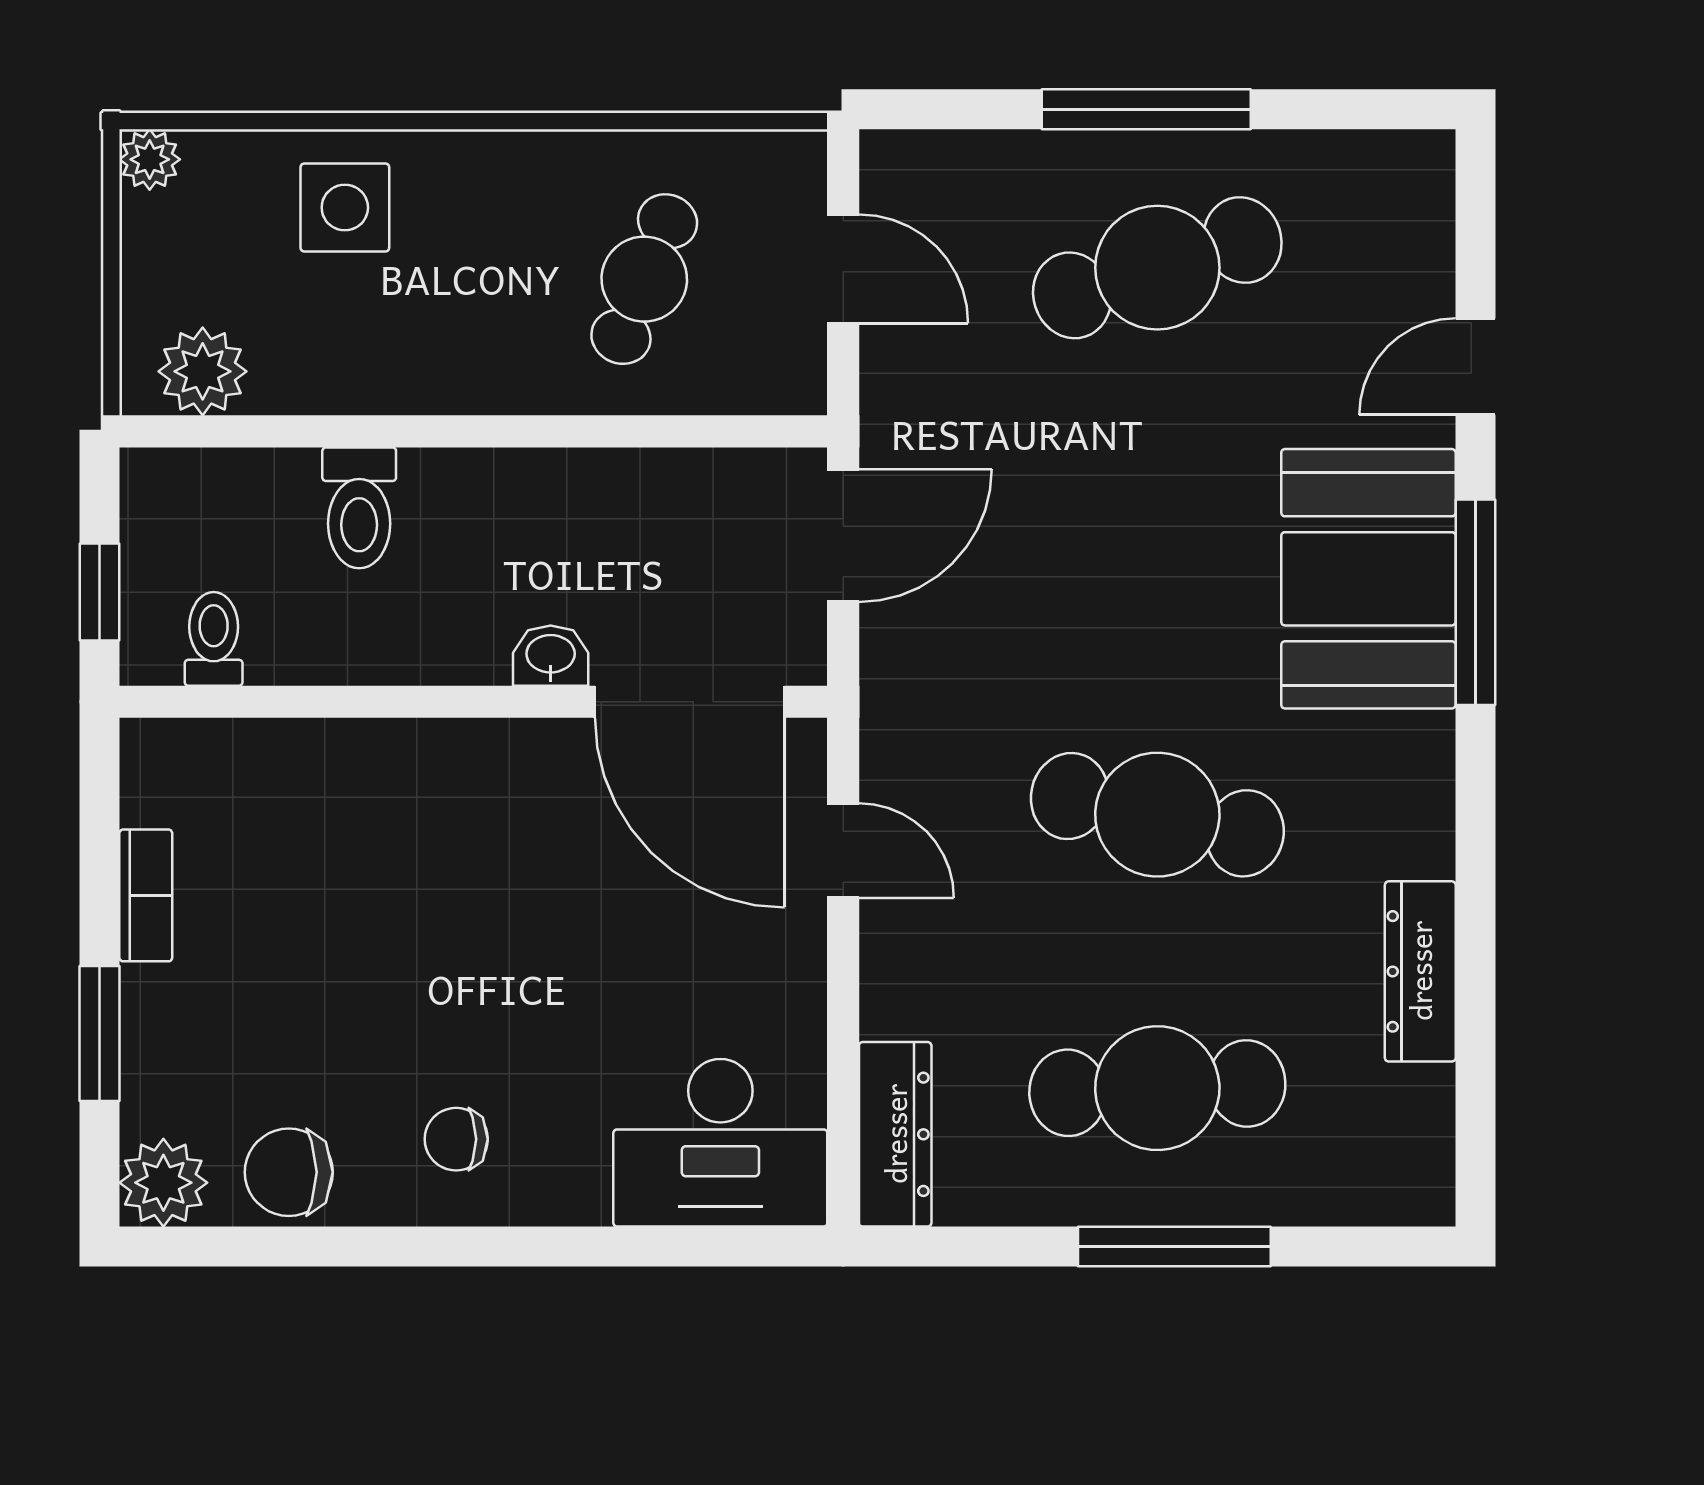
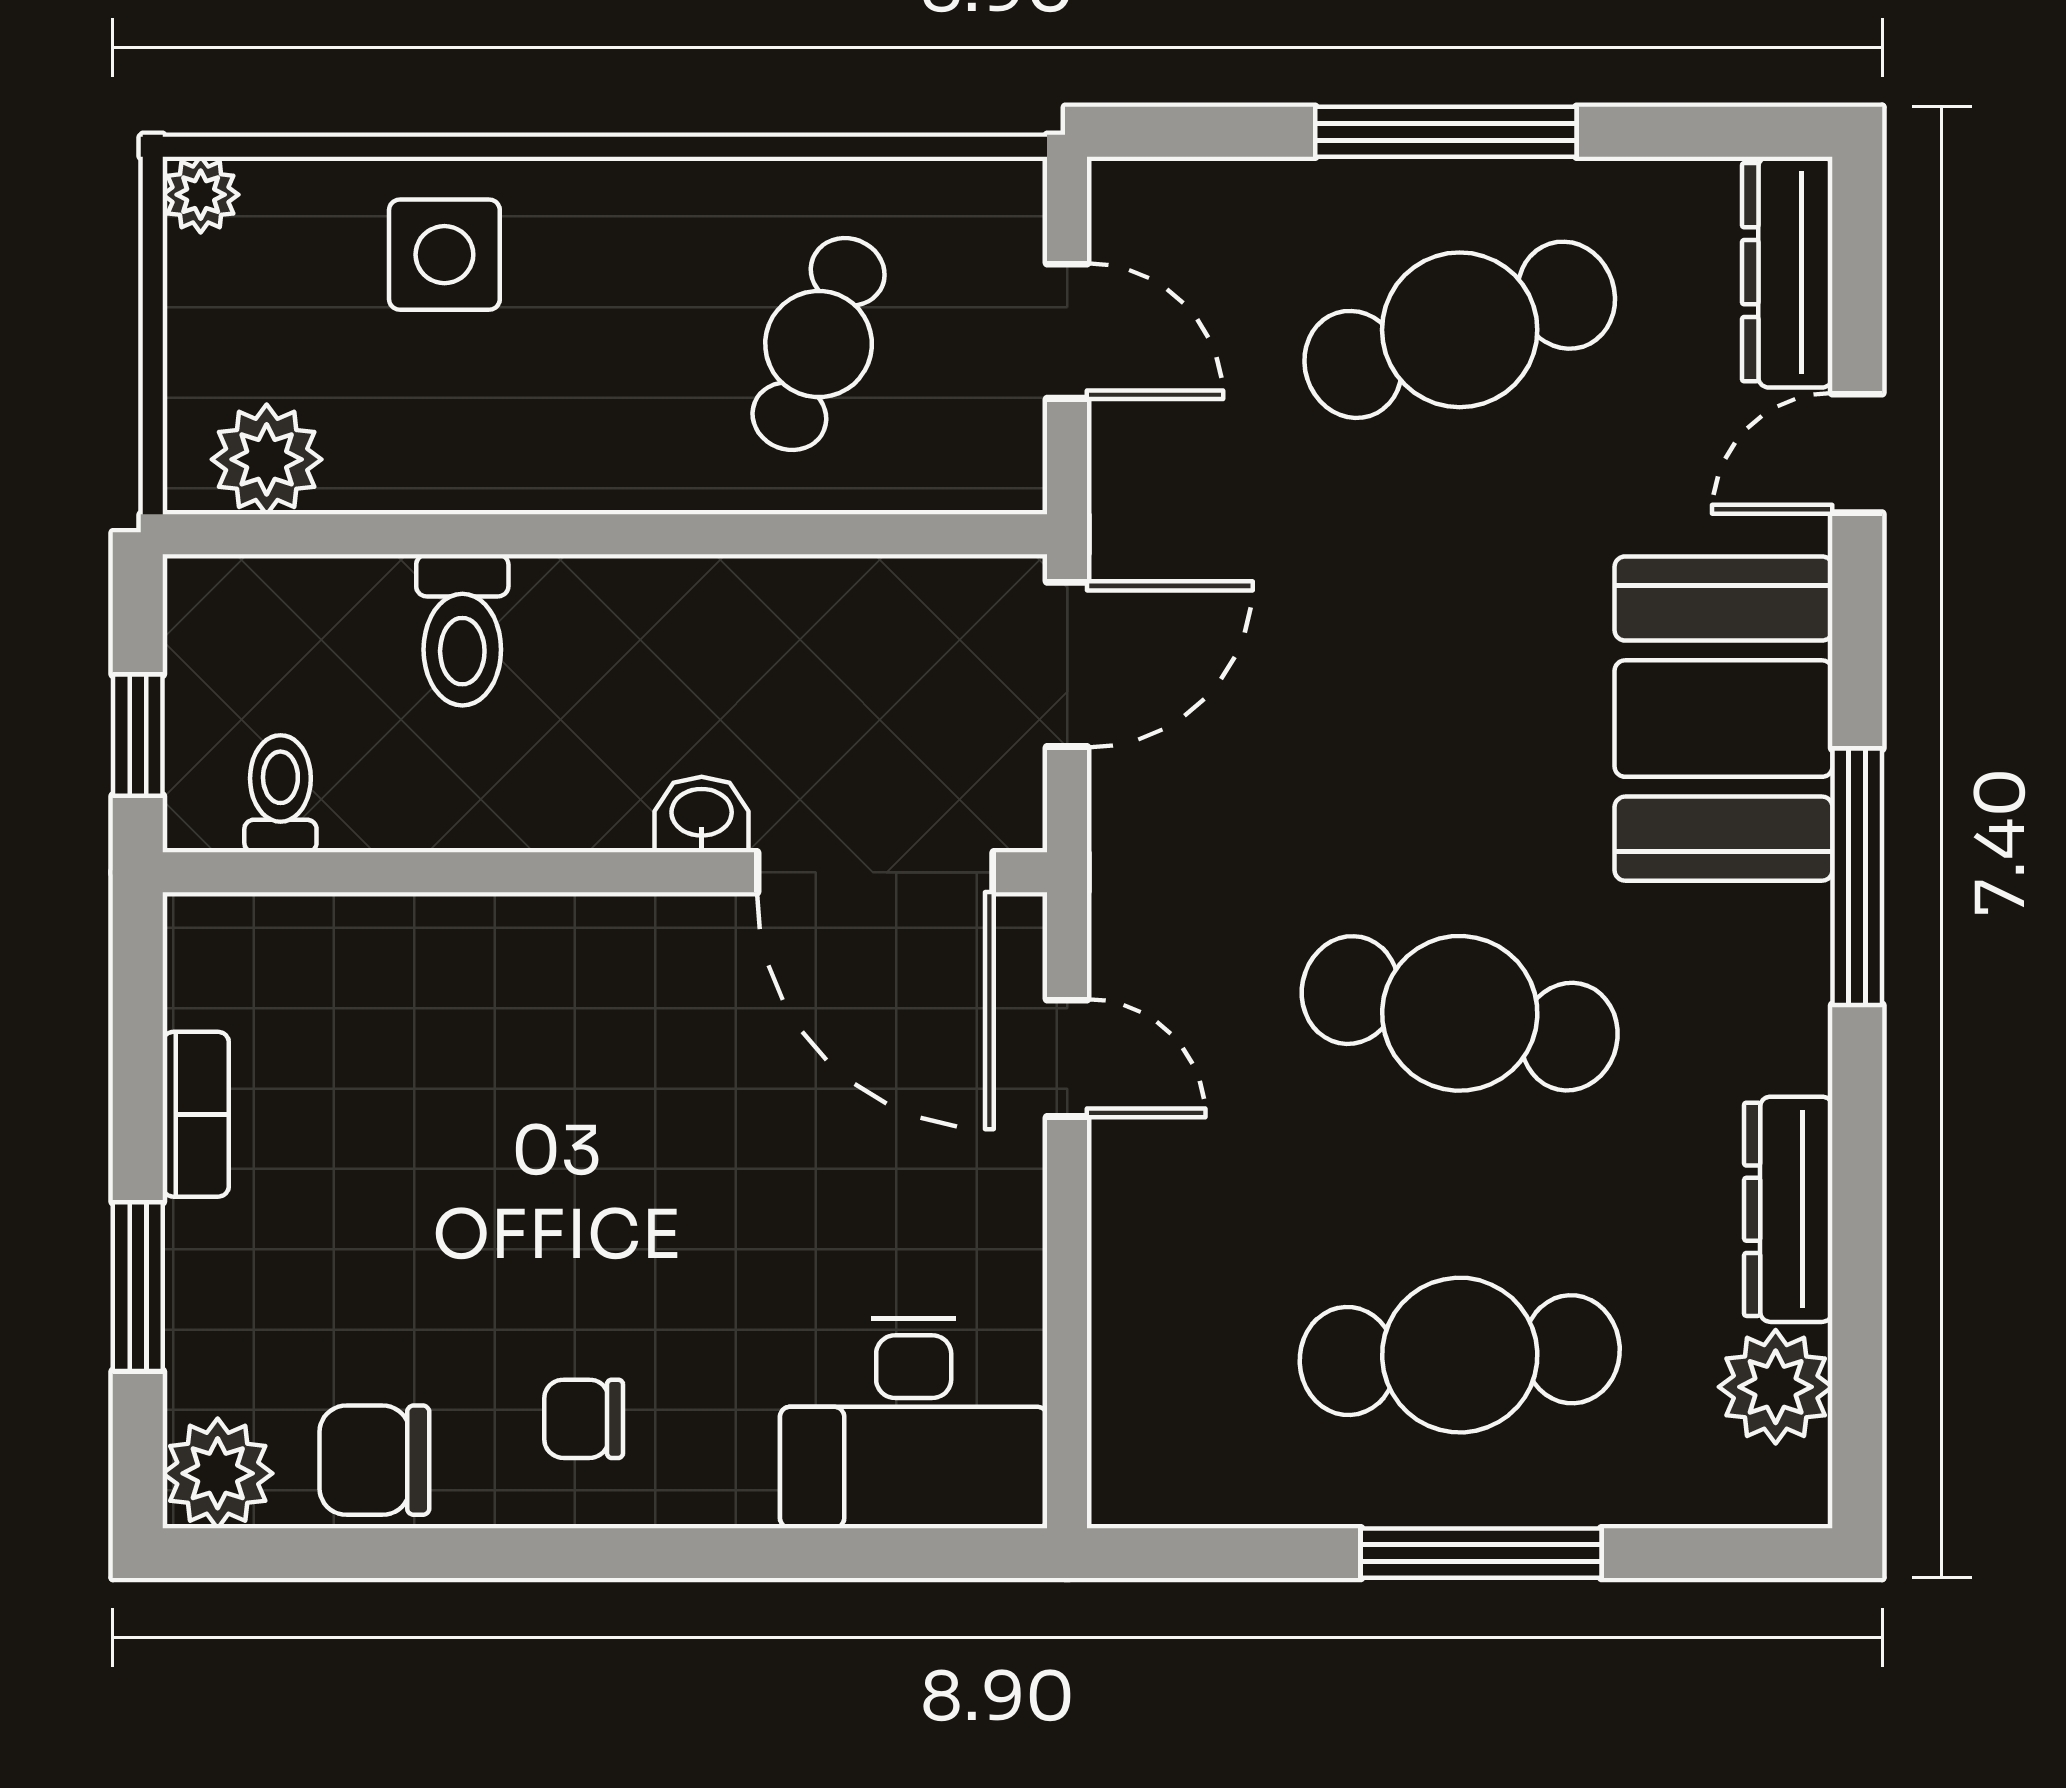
window: (1475, 602) -> (1857, 877), moved
plant: (1410, 1114) -> (1776, 1387), added
dresser: (895, 1134) -> (1787, 272), moved, turned 180

